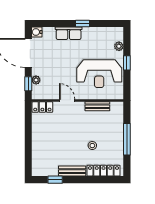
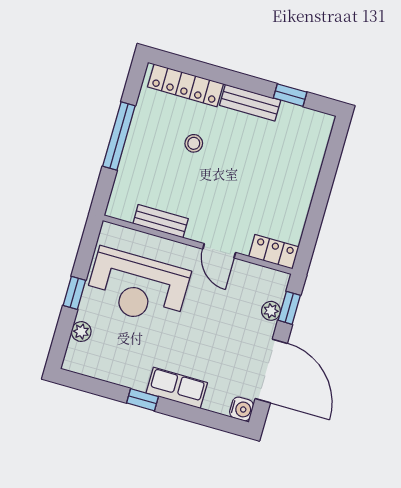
reception desk: (99, 74) -> (138, 287), turned 180

